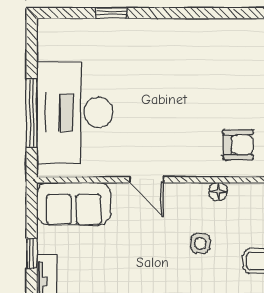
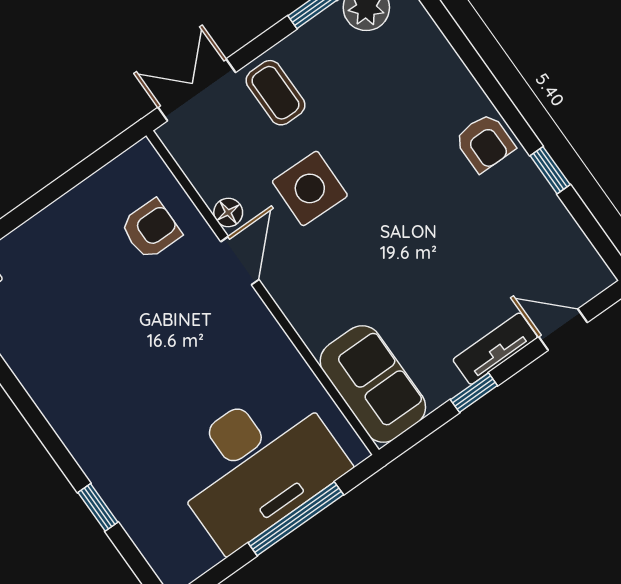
armchair: (238, 145) -> (151, 229), turned 90
door: (146, 180) -> (240, 261), moved
side table: (200, 243) -> (310, 188), width x1.87, depth x1.87

